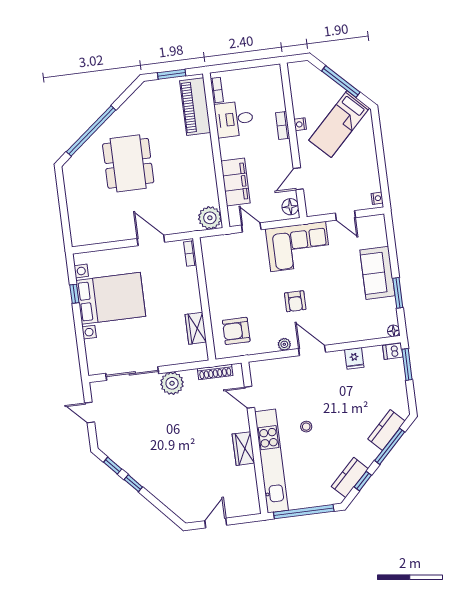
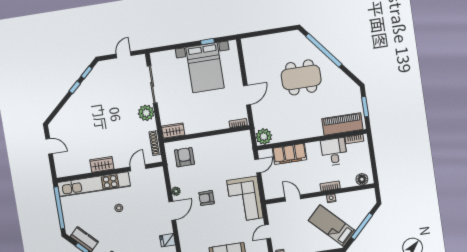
floor lamp: (290, 207) -> (362, 179), moved
wardrobe: (196, 328) -> (173, 131), moved

